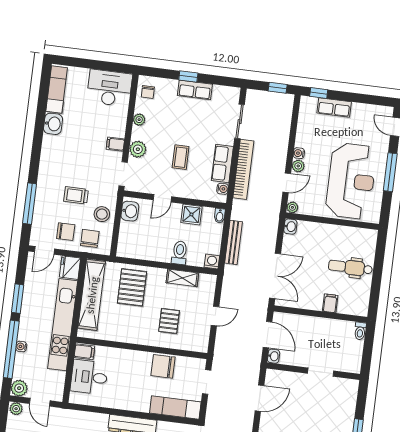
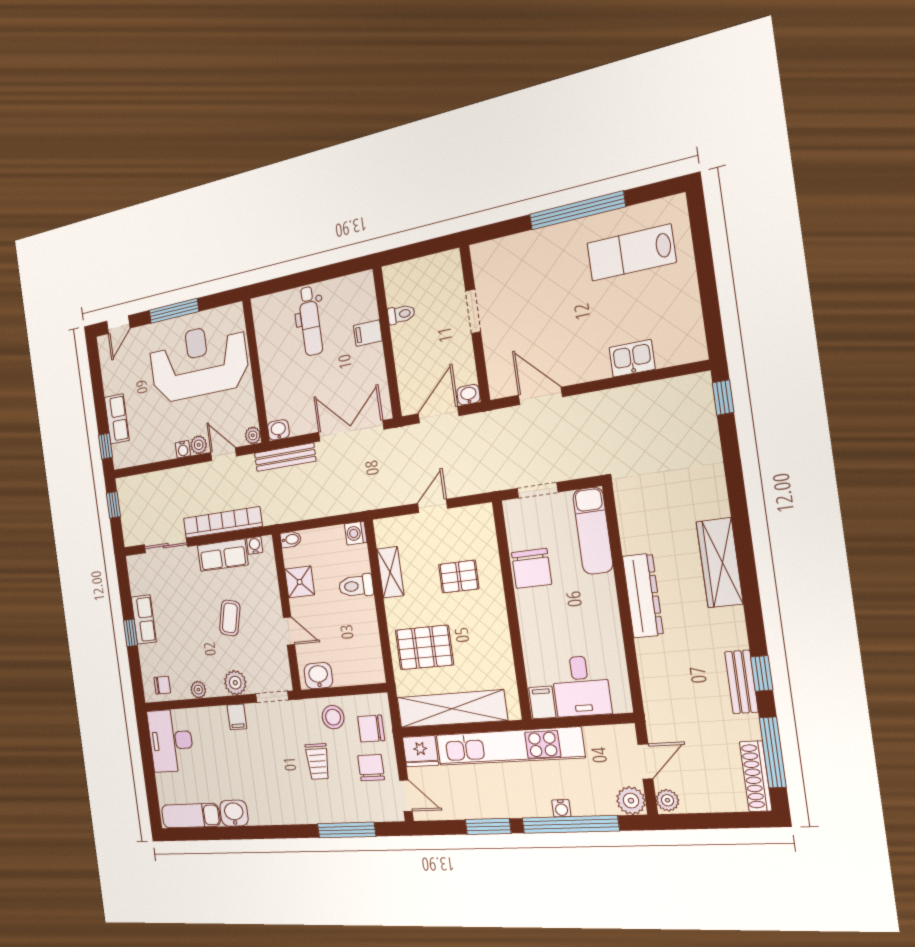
coffee table: (181, 157) -> (230, 618), turned -76
bench: (234, 242) -> (285, 457), moved
door: (215, 316) -> (432, 506), hinge flipped
toilet: (360, 331) -> (401, 314), moved

